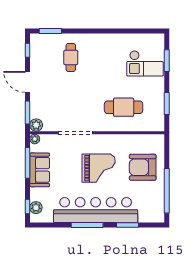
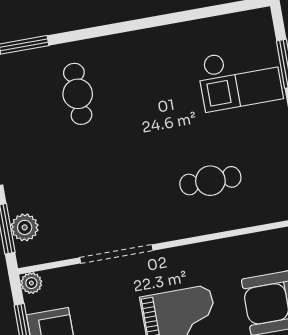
cafe table: (124, 107) -> (210, 181), width x0.73, depth x0.74
plant: (36, 125) -> (25, 227), moved

